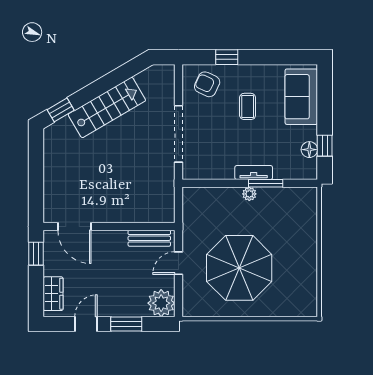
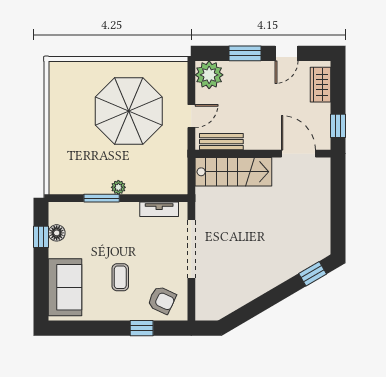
stairs: (107, 107) -> (233, 172), moved, turned -150
tv unit: (254, 173) -> (159, 209), moved

